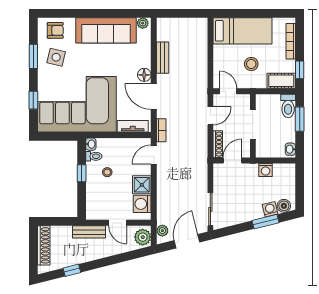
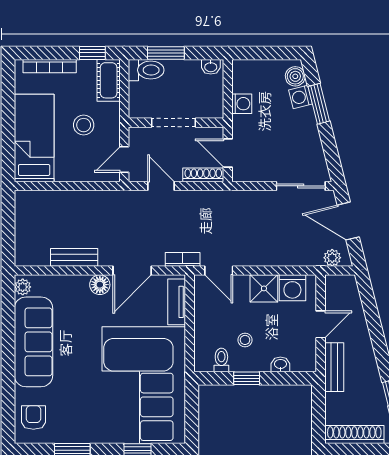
side table: (56, 57) -> (74, 416), removed
washbasin: (91, 144) -> (280, 364), moved
plant: (143, 237) -> (342, 287), removed

